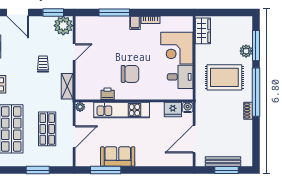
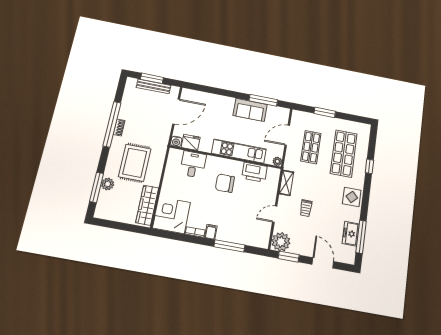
wardrobe: (203, 31) -> (147, 205), width x1.50
corner desk: (177, 48) -> (172, 215), moved, turned -90
desk: (180, 77) -> (193, 164), moved, turned 90
rug: (224, 77) -> (135, 163), turned 90
window: (256, 92) -> (112, 124), moved
printer: (108, 94) -> (254, 172), width x1.87, depth x1.48

